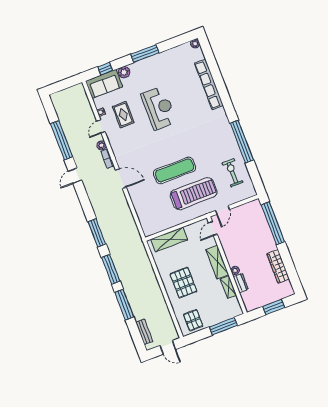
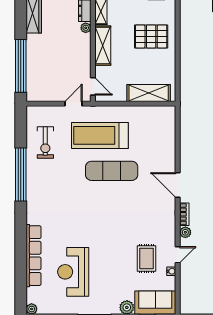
reception desk: (159, 108) -> (73, 272), moved
door: (213, 229) -> (93, 86), hinge flipped
pallet: (183, 283) -> (151, 36), turned 90

